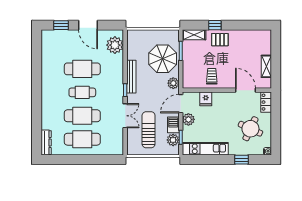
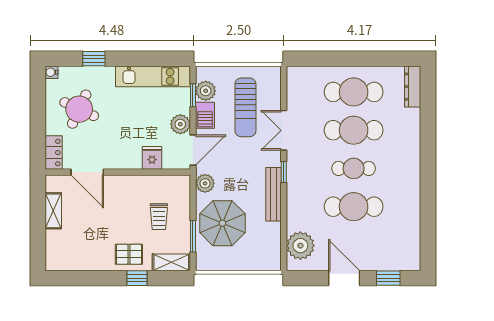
trolley: (212, 76) -> (159, 217), moved

